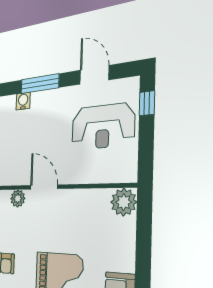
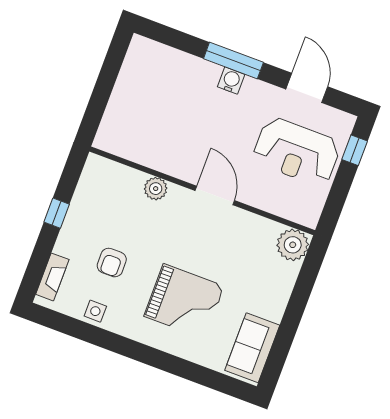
water cooler: (23, 101) -> (231, 81), moved
door: (44, 187) -> (215, 196), moved

